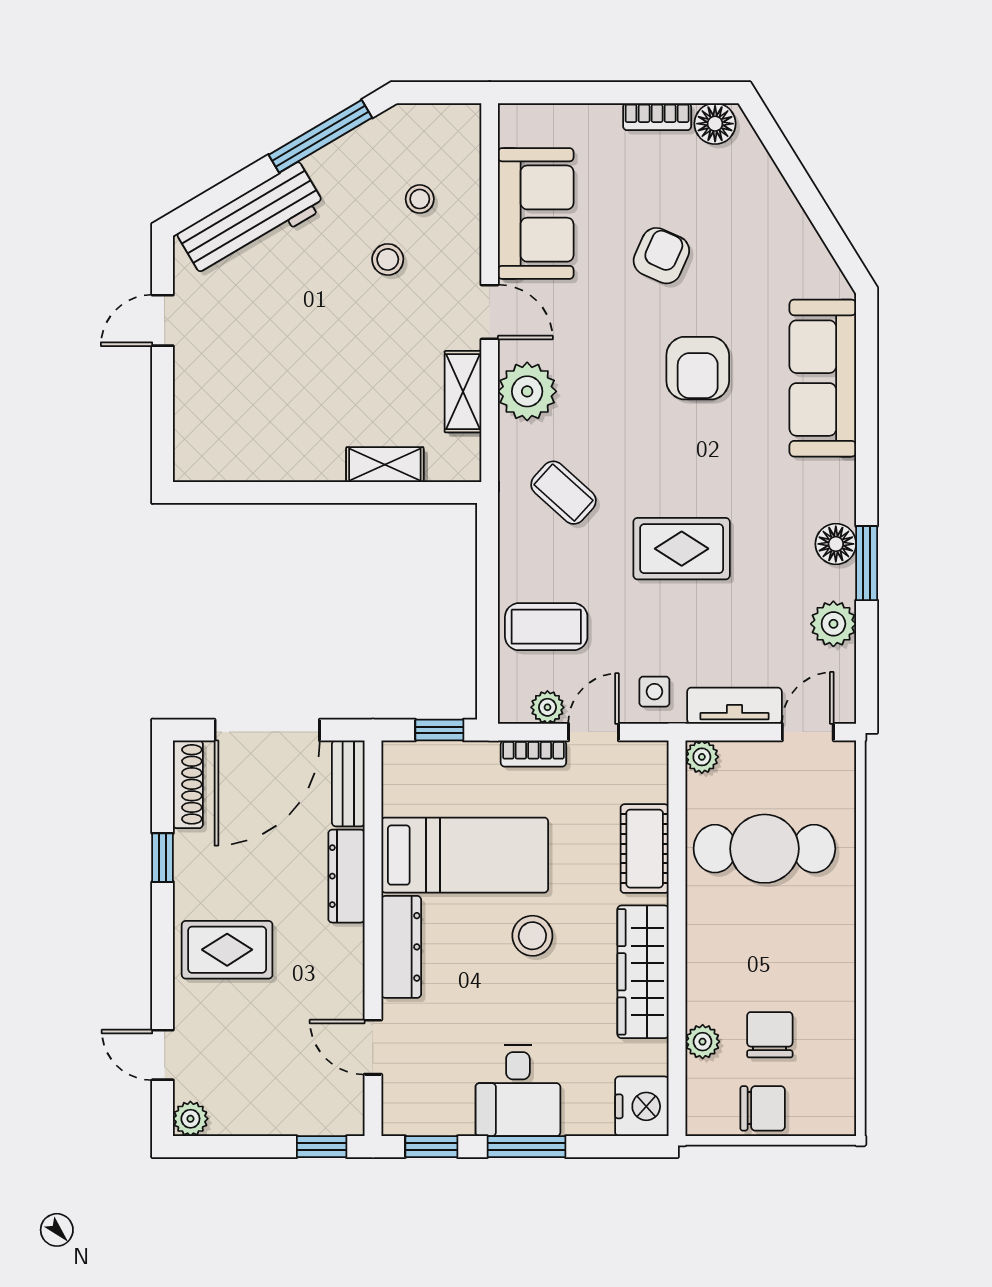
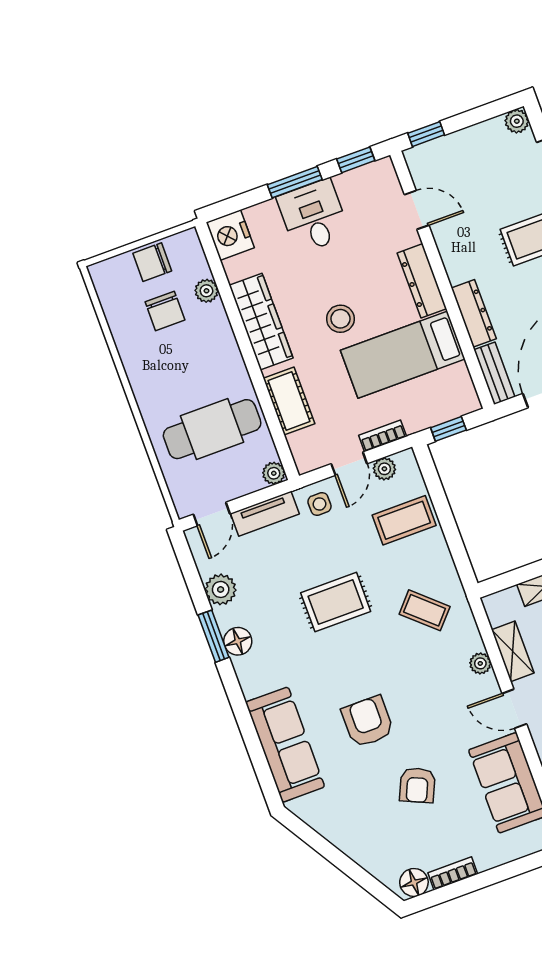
plant: (527, 391) -> (480, 663), width x0.53, depth x0.53

